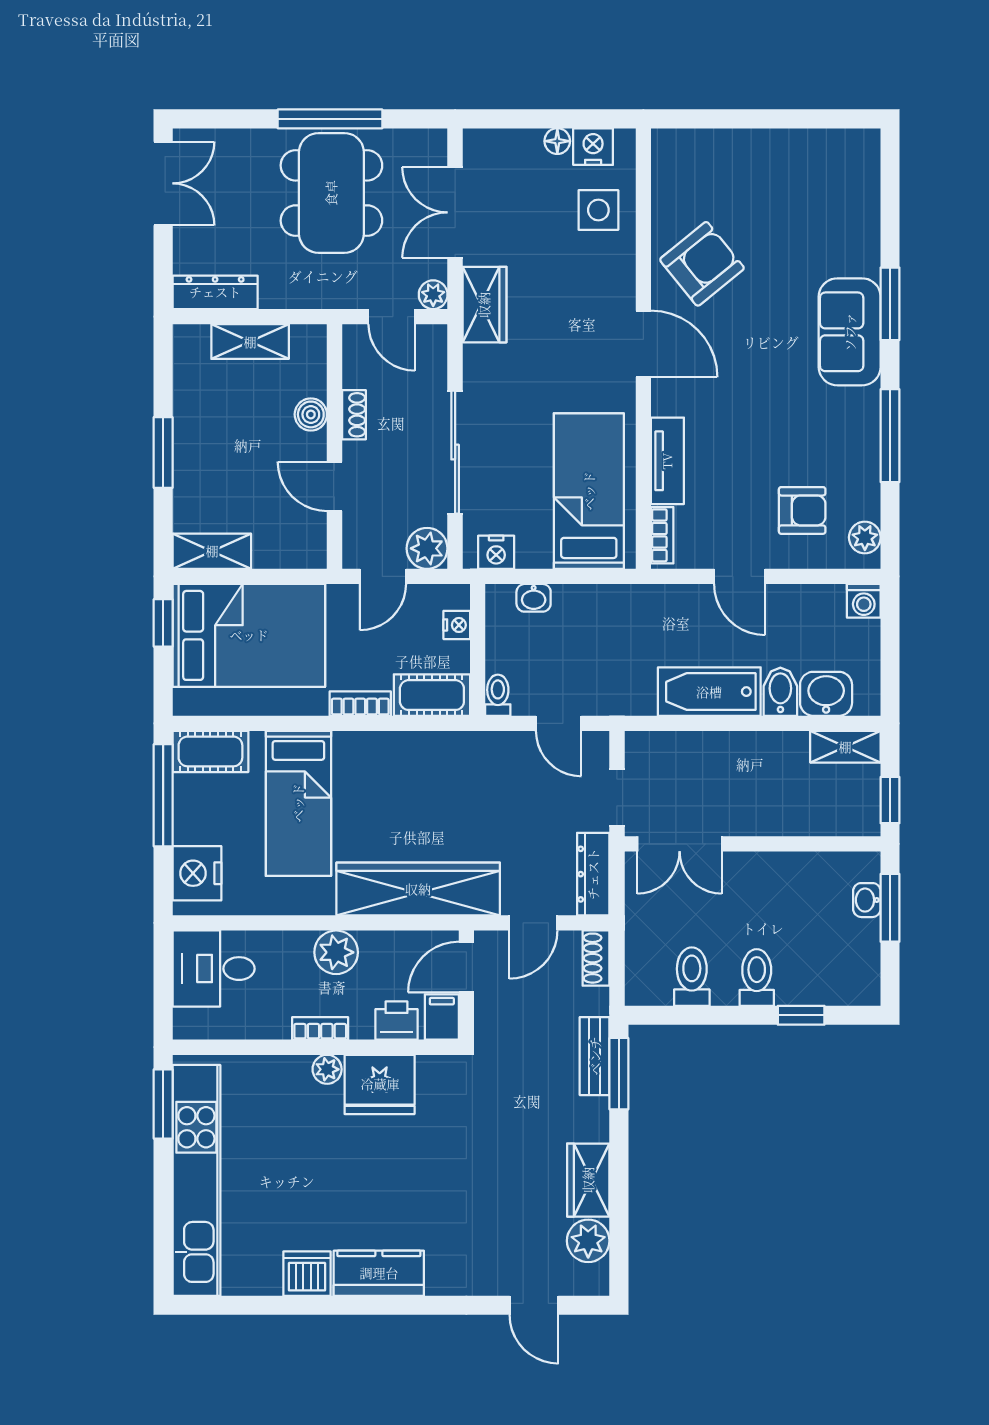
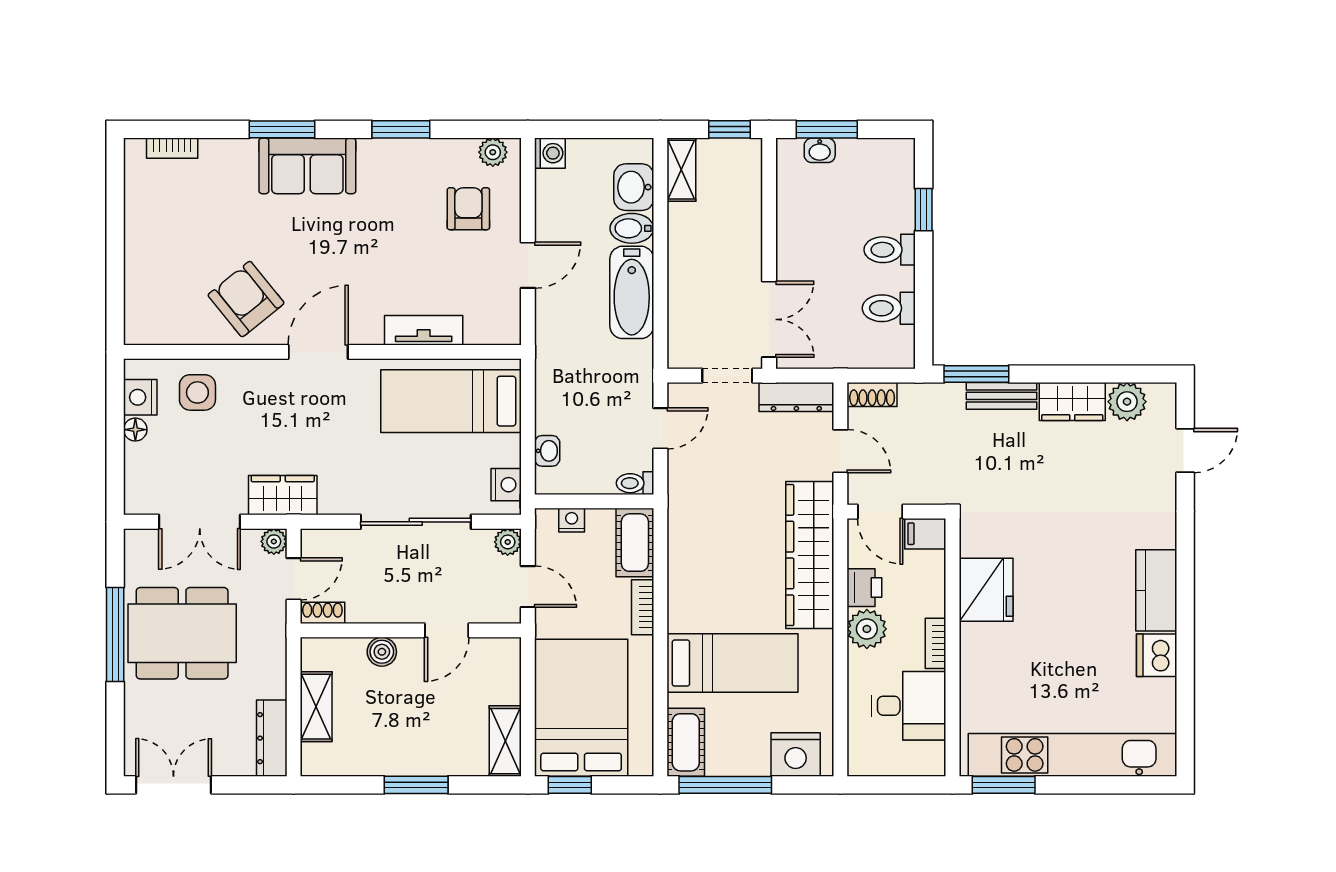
shoe rack: (354, 415) -> (322, 613), moved
window: (890, 436) -> (401, 129), width x0.69
bookcase: (662, 535) -> (172, 148), moved, turned 180
plant: (427, 548) -> (508, 542), width x0.73, depth x0.73
desk: (214, 969) -> (909, 706), moved, turned -90
printer: (397, 1021) -> (864, 588), moved, turned 180
bench: (595, 1056) -> (1001, 396), moved
plant: (327, 1069) -> (972, 637), removed

